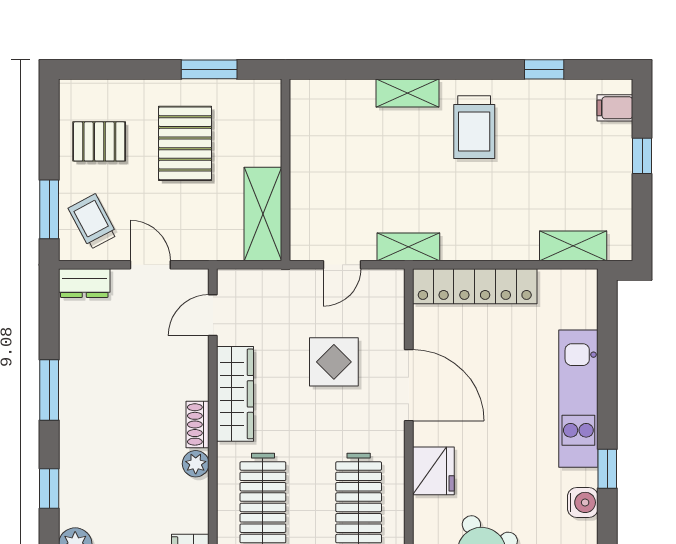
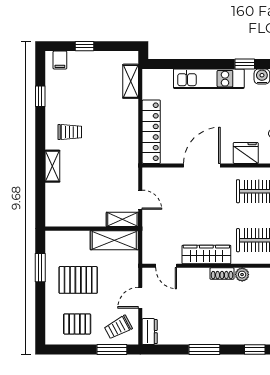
trolley: (474, 127) -> (70, 132), width x0.73, depth x0.72
pallet: (99, 141) -> (77, 324), turned 90
shelving: (408, 247) -> (122, 219), moved, turned 90
display table: (334, 362) -> (190, 204), removed

